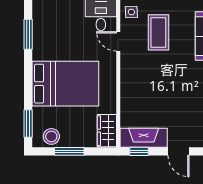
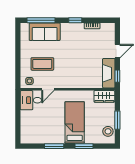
window: (28, 34) -> (54, 146), moved
bed: (65, 84) -> (75, 123), width x0.67
window: (28, 123) -> (84, 146), moved

